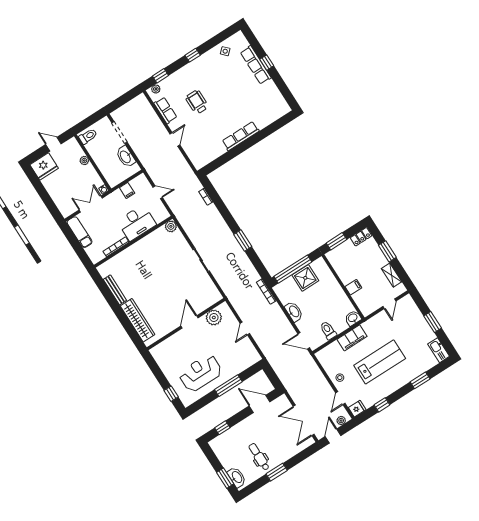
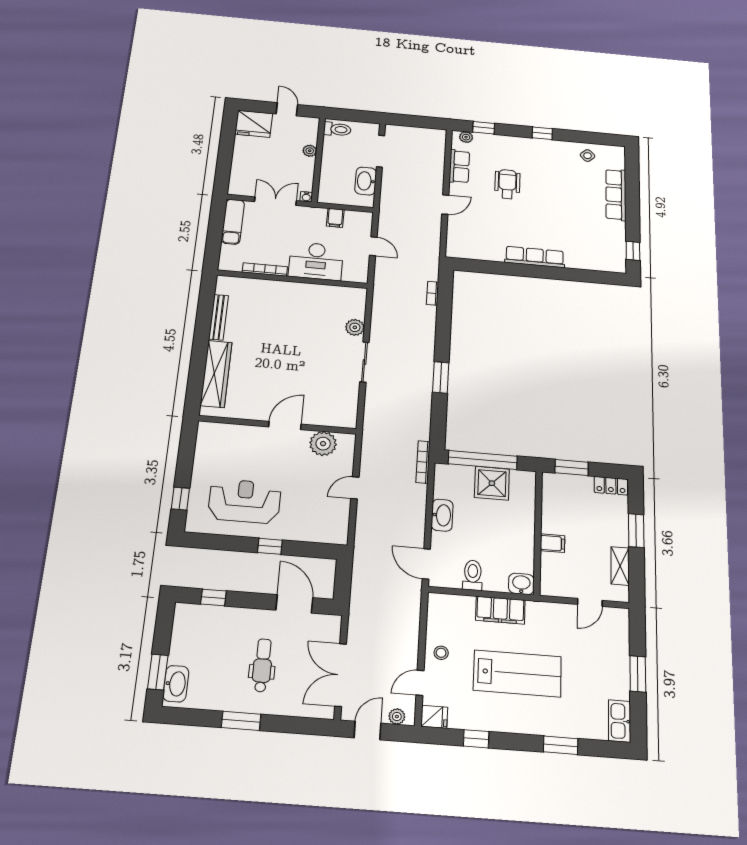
window: (267, 63) -> (633, 251), moved
plant: (171, 226) -> (355, 327), moved
window: (228, 386) -> (270, 546), width x0.46
dental chair: (259, 457) -> (262, 665), moved

